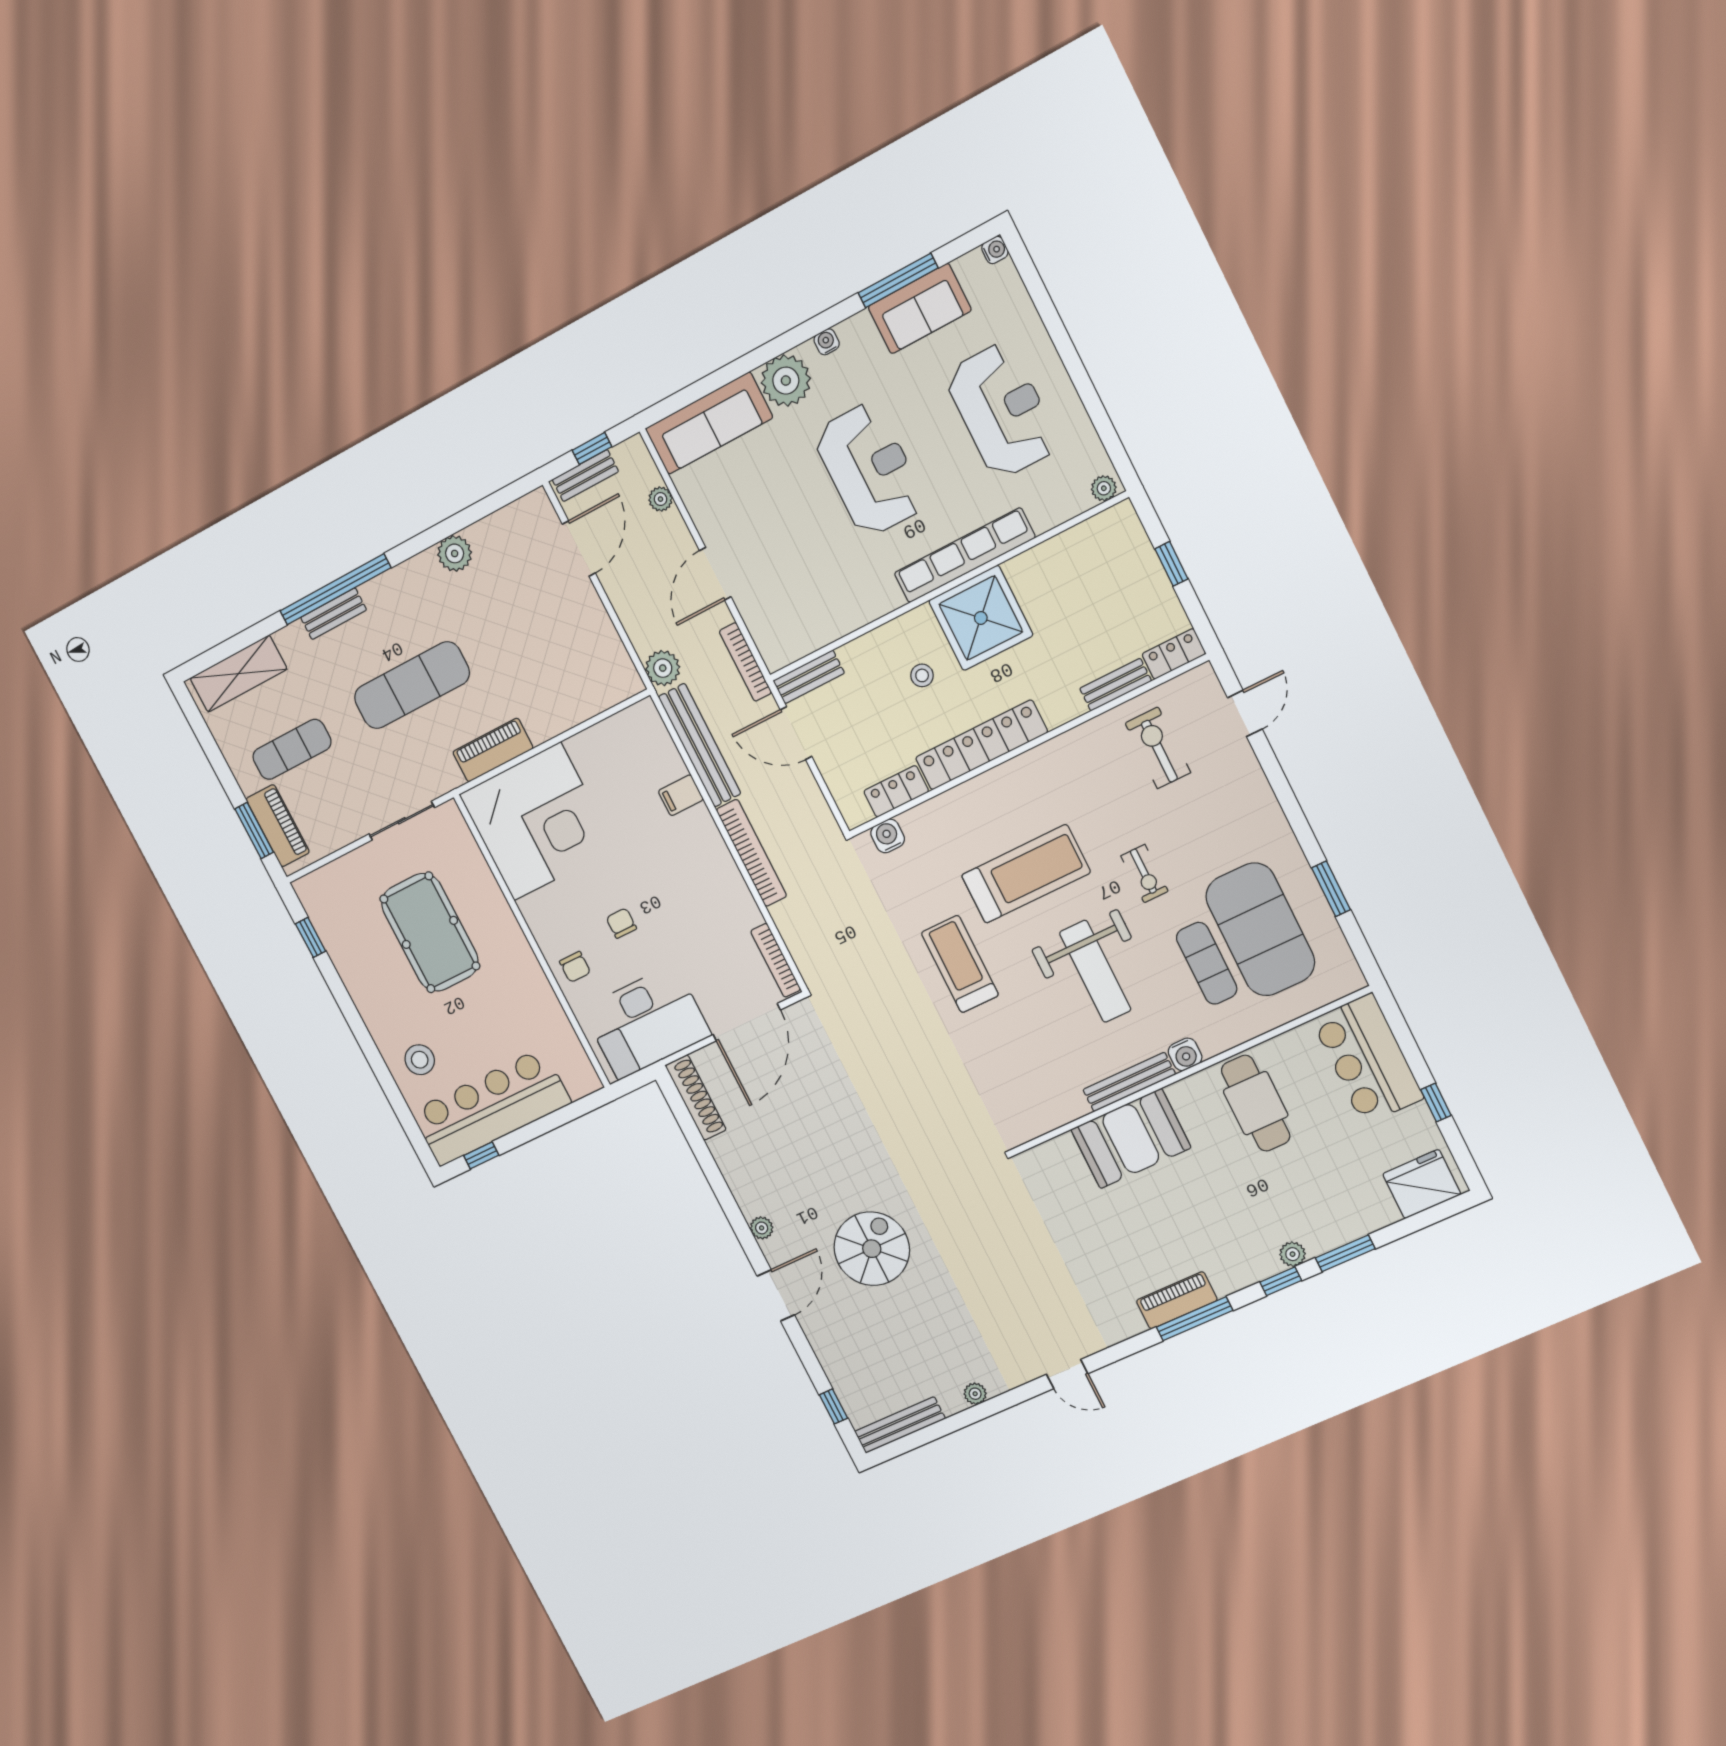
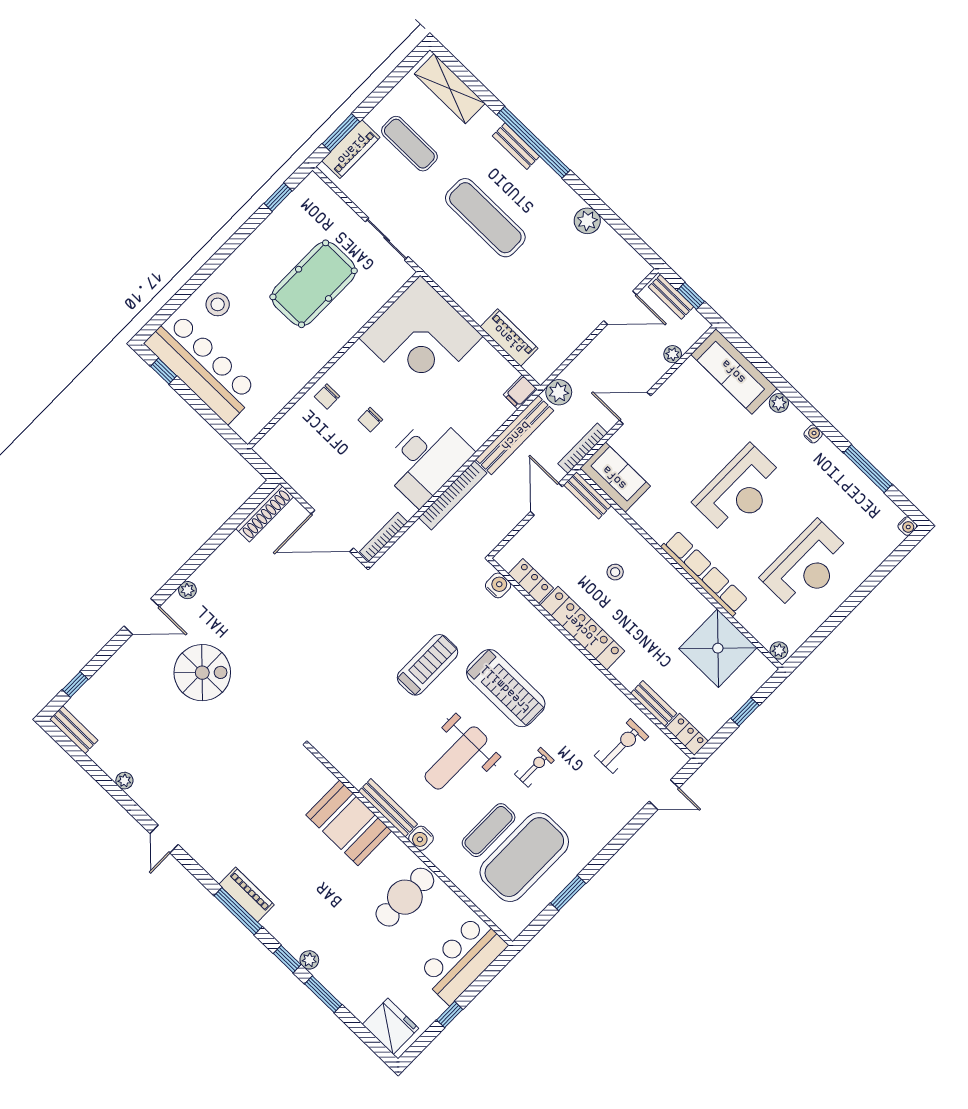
sofa: (920, 309) -> (615, 477), moved, turned 180
plant: (786, 381) -> (779, 403), width x0.53, depth x0.53
shower: (981, 618) -> (718, 648), moved
piano: (493, 750) -> (509, 338), moved
filing cabinet: (681, 795) -> (520, 392), moved, turned -90
exercise bike: (1145, 874) -> (534, 767), turned 180
chair: (621, 923) -> (370, 420), turned 180
desk: (646, 1022) -> (426, 460), moved, turned -90
bench: (900, 1425) -> (74, 730), width x0.73

